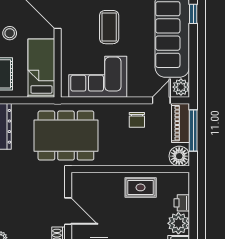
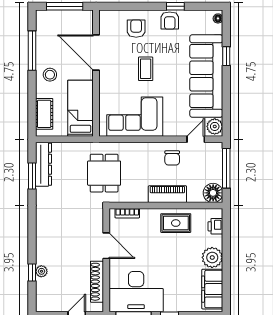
coffee table: (109, 27) -> (146, 69), width x0.73, depth x0.77
piano: (181, 123) -> (167, 194), moved, turned 90
dining table: (66, 136) -> (104, 173), width x0.53, depth x0.80
bookcase: (90, 177) -> (127, 213), added
printer: (182, 203) -> (215, 226), moved

